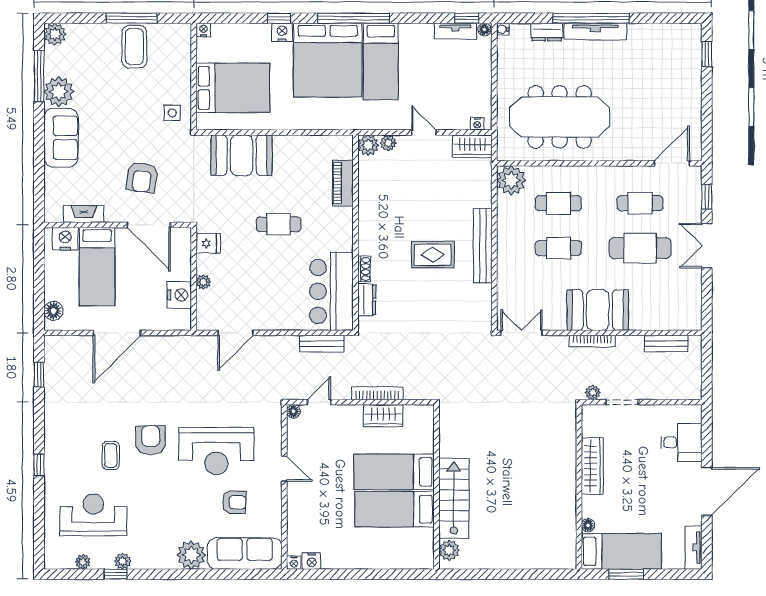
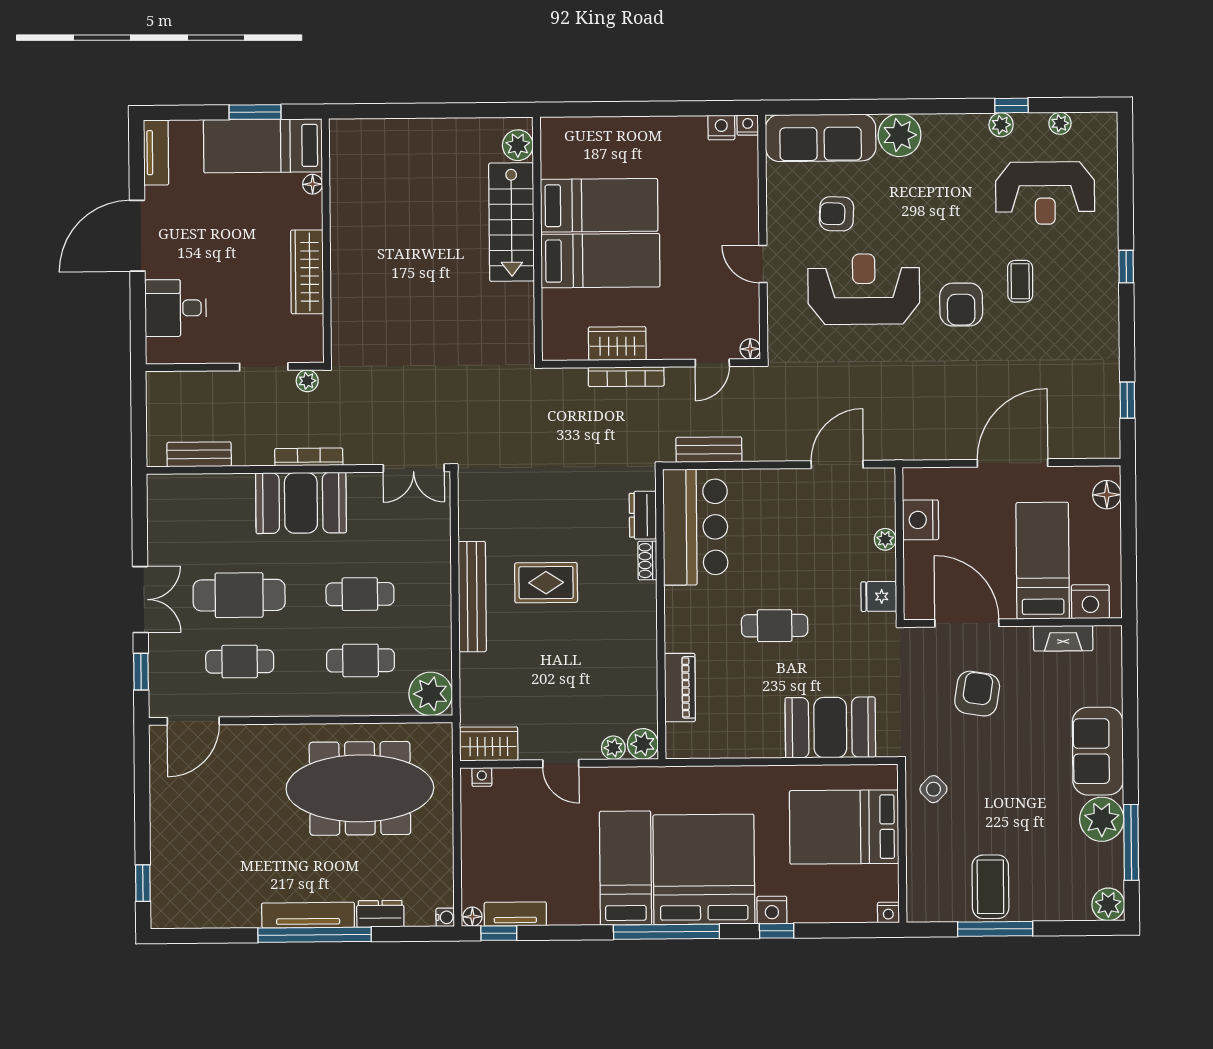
side table: (172, 113) -> (933, 789), turned 45

